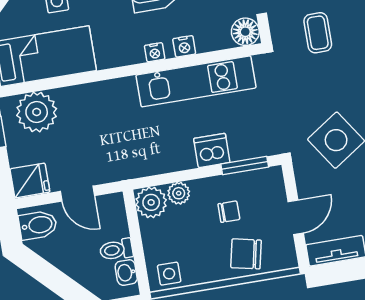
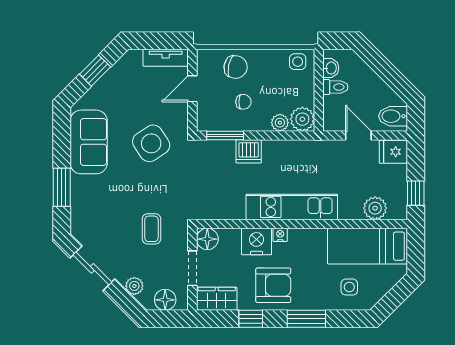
nightstand: (184, 46) -> (257, 242), width x1.89, depth x1.79
kitchen unit: (196, 81) -> (292, 207), moved
plant: (37, 112) -> (375, 208), width x0.73, depth x0.73
chair: (229, 212) -> (243, 102), turned 180

